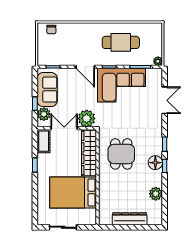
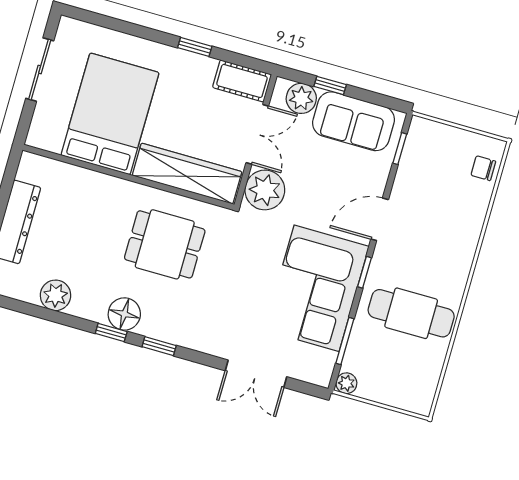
cafe table: (121, 42) -> (411, 313), turned 90

